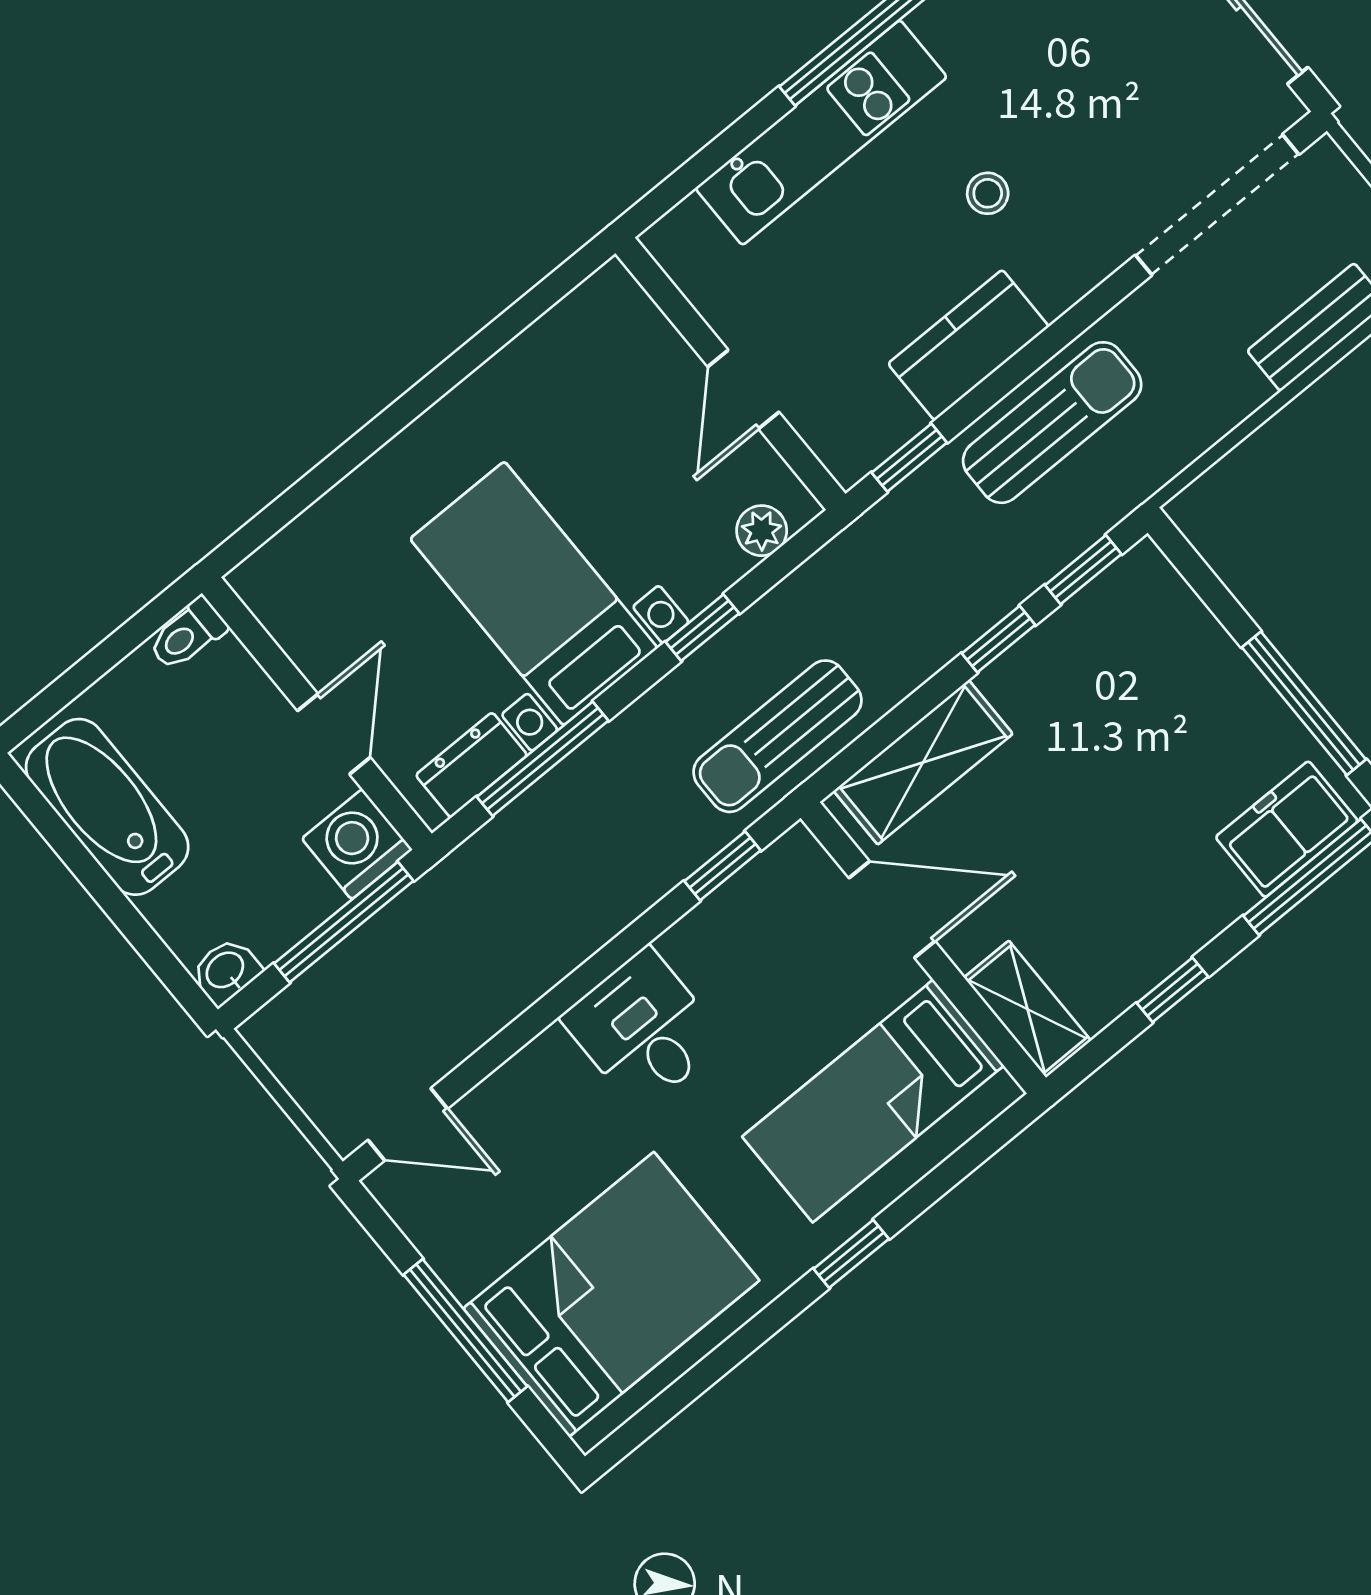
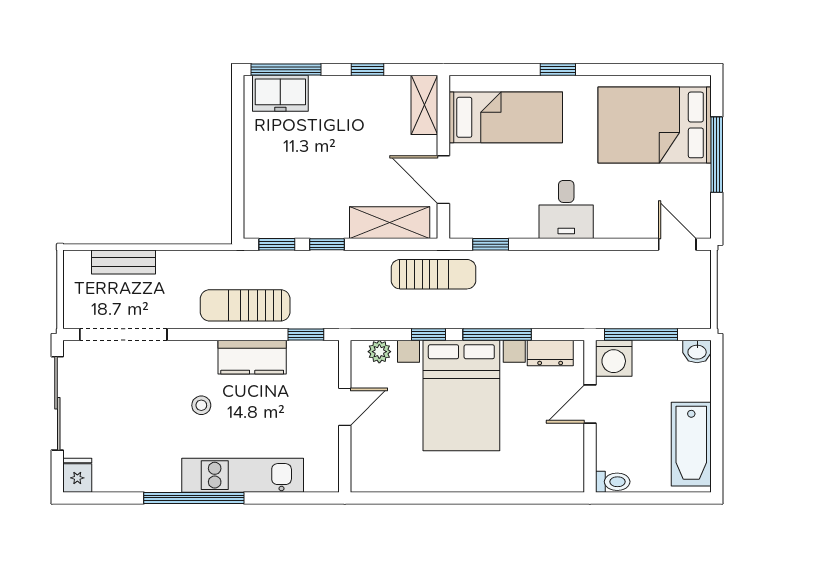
bed with nightstands: (534, 593) -> (461, 396), width x1.36
window: (1304, 703) -> (238, 133), removed
window: (543, 759) -> (497, 334), moved

